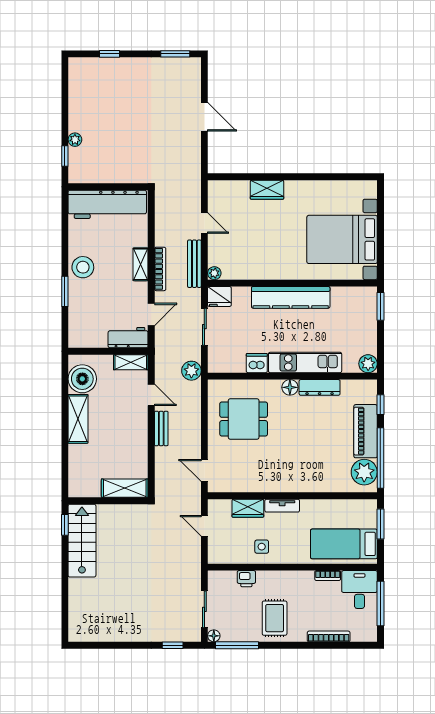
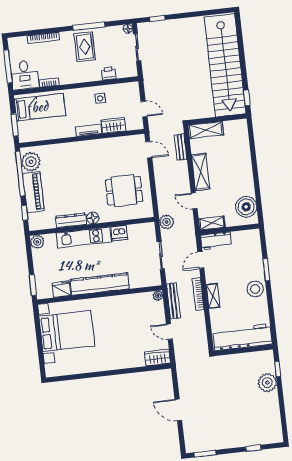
plant: (75, 140) -> (267, 383), width x1.88, depth x1.88
wardrobe: (267, 190) -> (158, 358), moved
fridge: (219, 296) -> (61, 289), moved
shelving: (78, 419) -> (201, 172), moved
bench: (161, 428) -> (181, 147), moved
stairs: (82, 541) -> (225, 65), width x1.86, depth x1.51
window: (237, 645) -> (89, 26), moved

